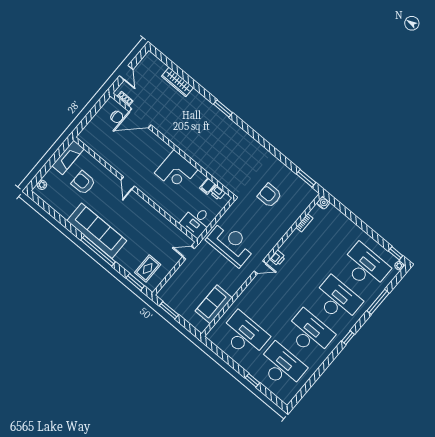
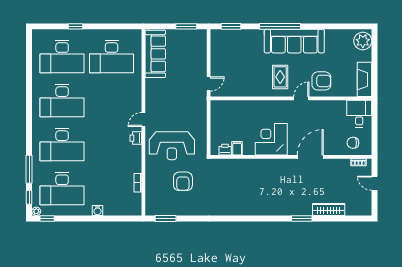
window: (223, 108) -> (302, 219), moved
door: (140, 118) -> (310, 157), moved
armchair: (83, 183) -> (321, 81), moved
door: (128, 183) -> (301, 98), hinge flipped
plant: (42, 185) -> (363, 41), width x1.87, depth x1.87
armchair: (270, 195) -> (183, 181), turned 90
water cooler: (323, 203) -> (97, 211), moved
desk: (197, 221) -> (359, 114), moved
reception desk: (231, 244) -> (172, 146), moved
rug: (148, 269) -> (280, 77), moved
sofa: (214, 304) -> (155, 54), width x1.36
window: (348, 338) -> (29, 197), moved

